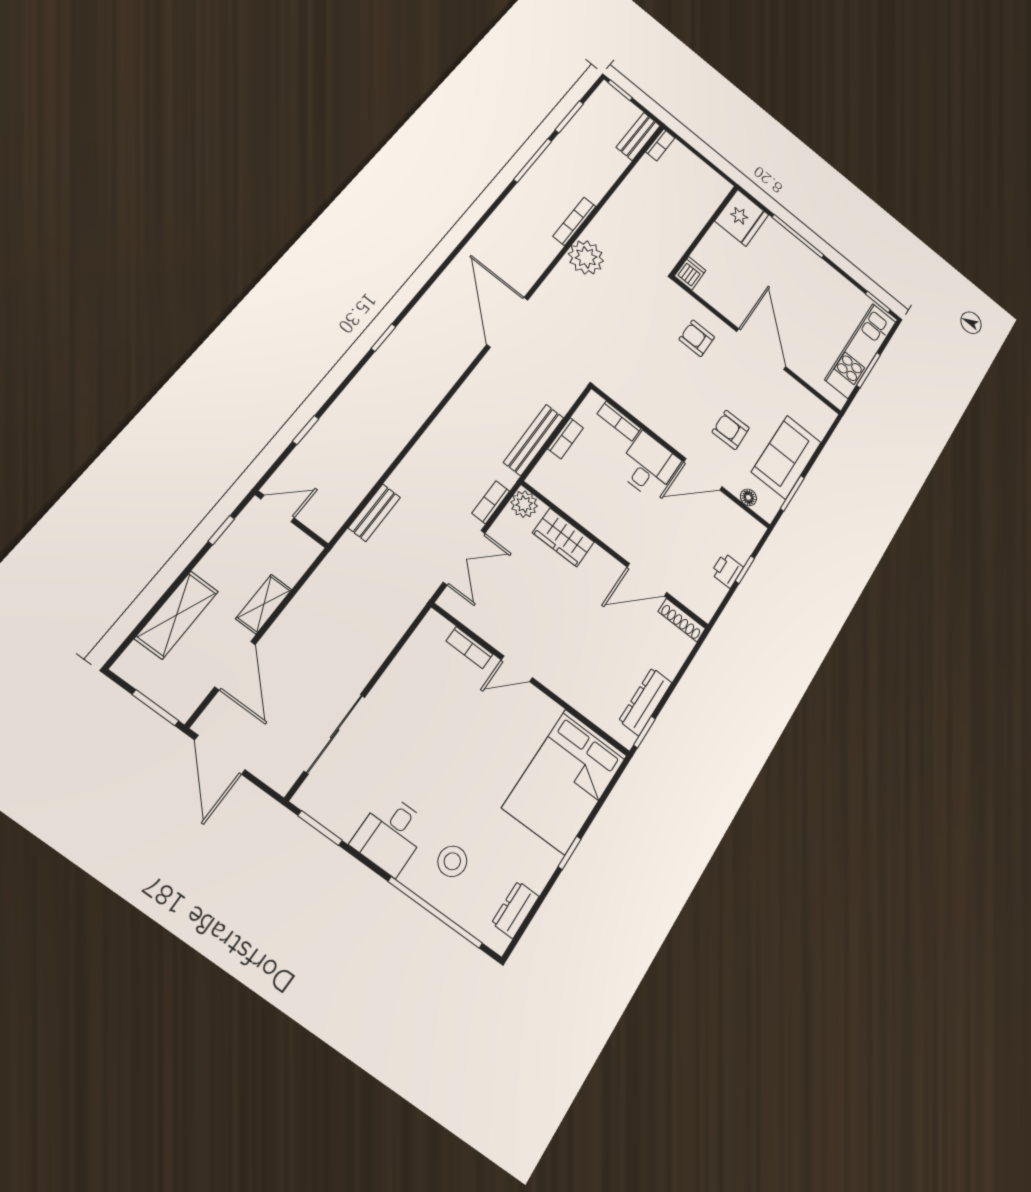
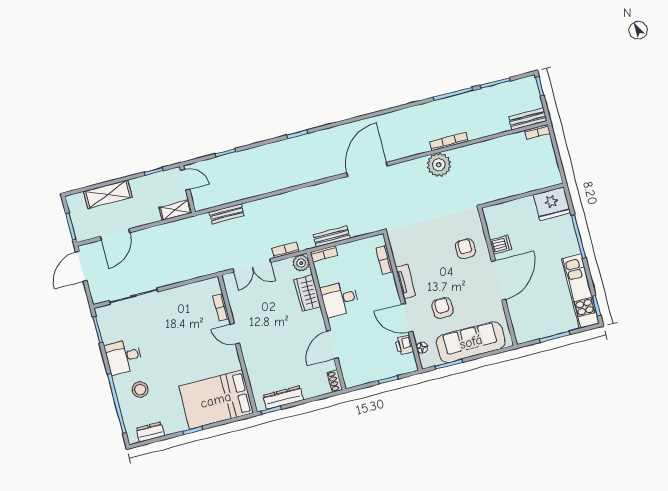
dishwasher: (690, 273) -> (501, 245), moved
kitchen unit: (861, 351) -> (580, 291), moved, turned -90
tv unit: (665, 430) -> (406, 281), added
bookcase: (566, 438) -> (324, 254), moved
bench: (534, 440) -> (332, 236), width x0.73
sofa: (786, 457) -> (471, 342), width x1.36
desk: (648, 466) -> (340, 299), moved, turned 180
printer: (727, 570) -> (404, 345), moved, turned -90
door: (647, 580) -> (332, 345), hinge flipped
shelving: (264, 604) -> (175, 210), moved
shoe rack: (682, 620) -> (335, 381), width x0.70

